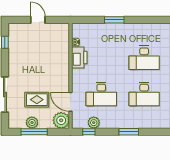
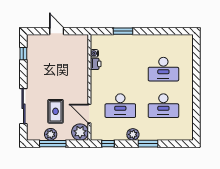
window: (114, 20) -> (123, 31), moved
printer: (79, 57) -> (96, 64), width x0.53, depth x0.68
rug: (37, 100) -> (56, 111), turned 90
plant: (94, 123) -> (133, 134), moved

